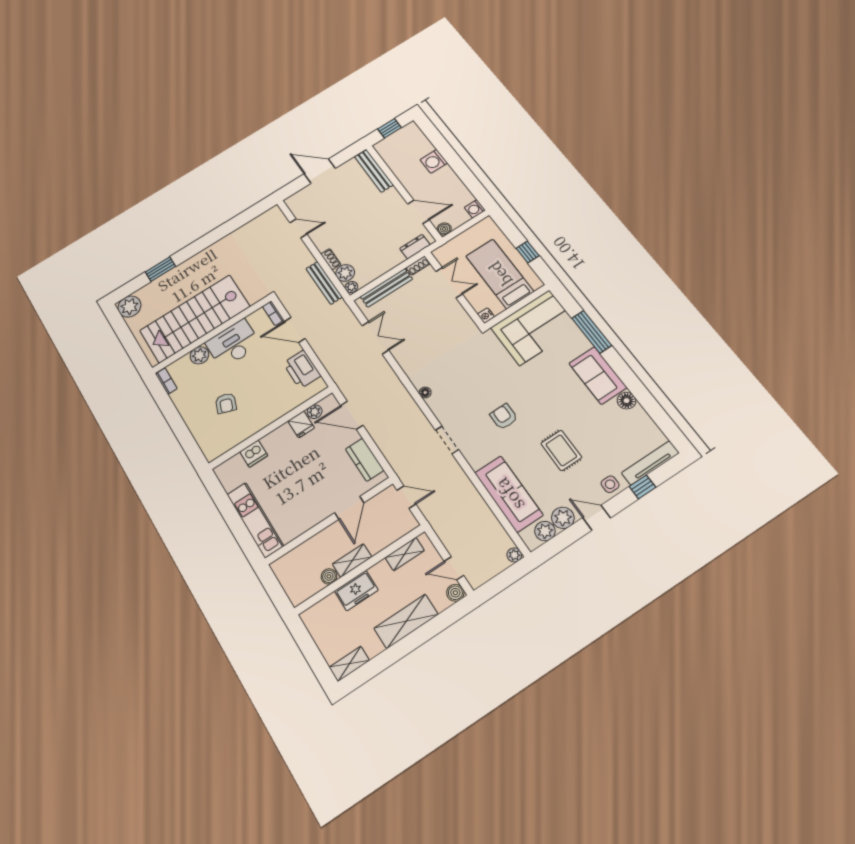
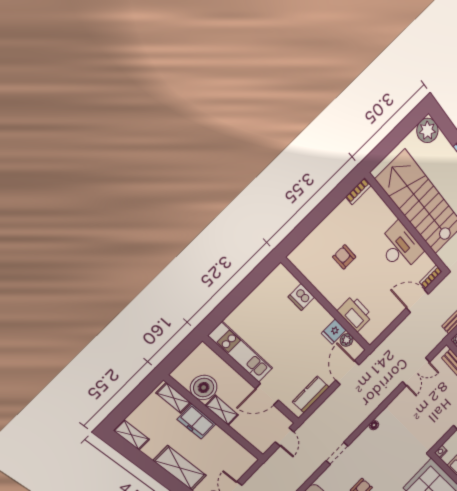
door: (295, 330) -> (417, 301), hinge flipped
plant: (199, 355) -> (386, 218), removed
printer: (302, 369) -> (355, 314), moved, turned 90
armchair: (226, 403) -> (344, 257), turned 70
kitchen unit: (255, 520) -> (241, 352), moved, turned -90
shelving: (405, 554) -> (174, 398), moved
boiler: (329, 576) -> (204, 388), width x1.86, depth x1.86

